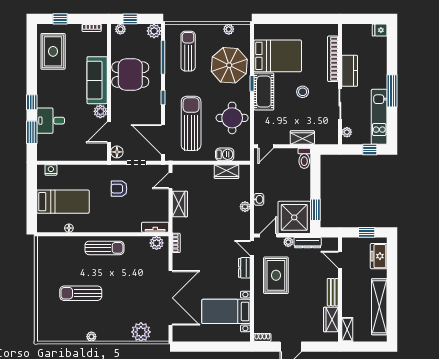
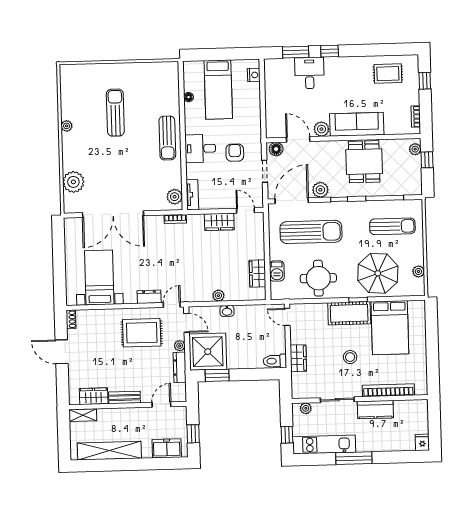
plant: (154, 31) -> (320, 190), moved
rug: (53, 51) -> (388, 74), width x0.73, depth x0.70
desk: (115, 219) -> (200, 149), added

